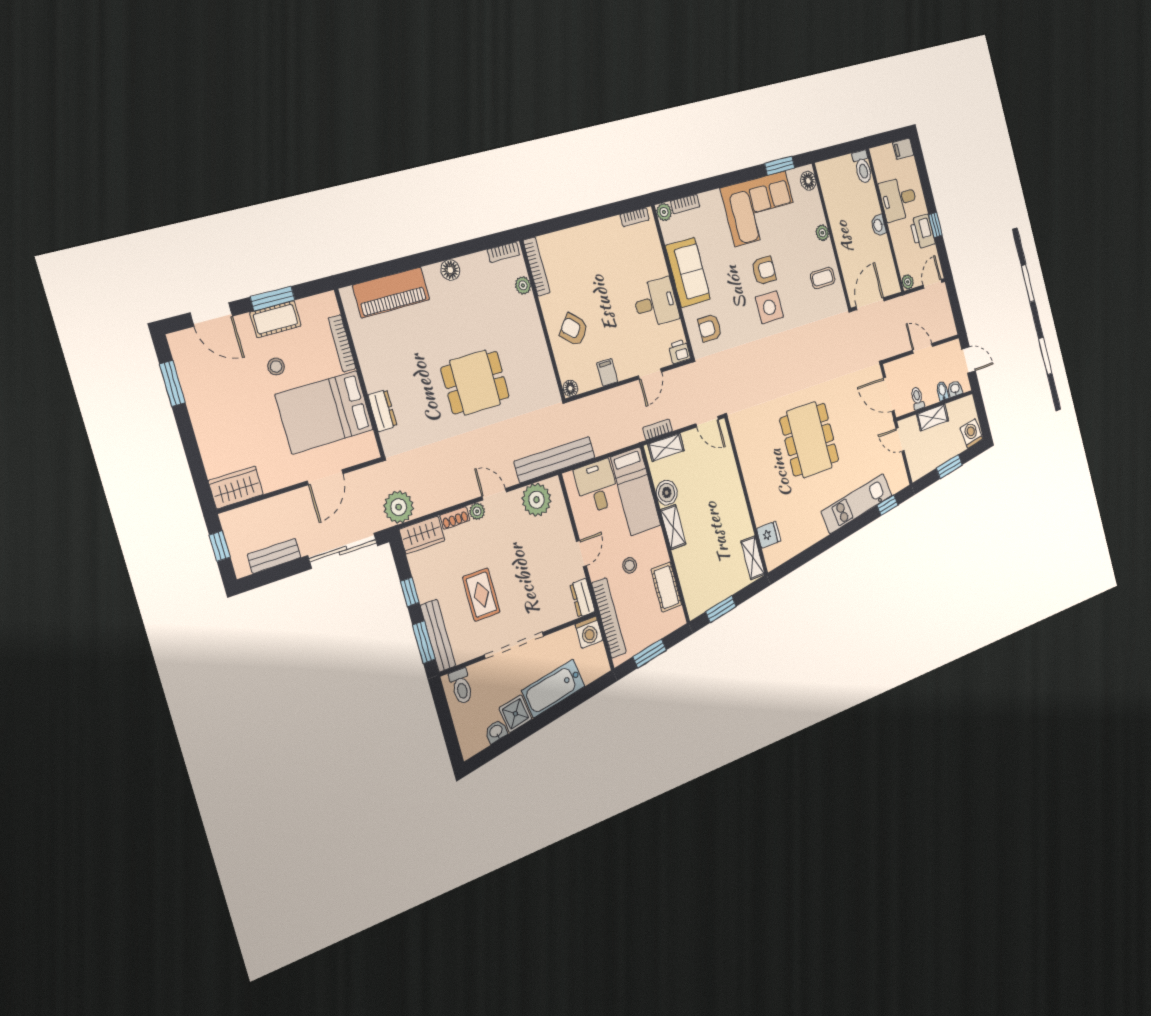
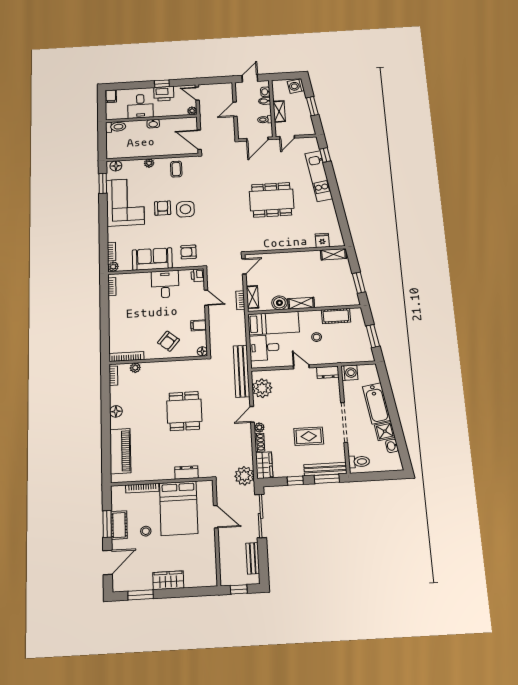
armchair: (710, 328) -> (188, 252), turned 90
wardrobe: (236, 487) -> (168, 580), moved, turned 90
bookcase: (609, 618) -> (344, 358), removed

